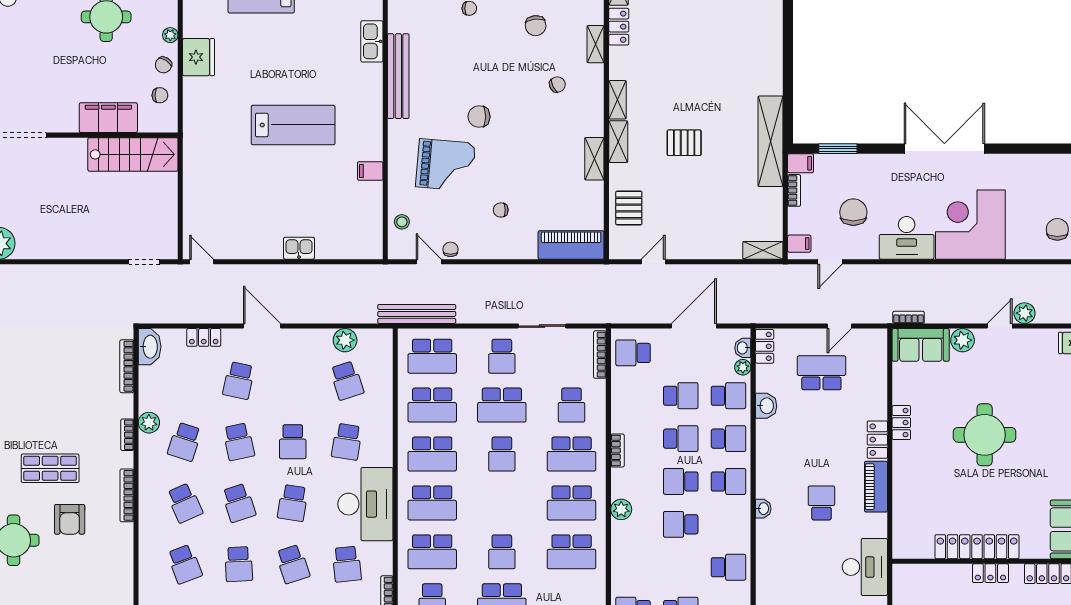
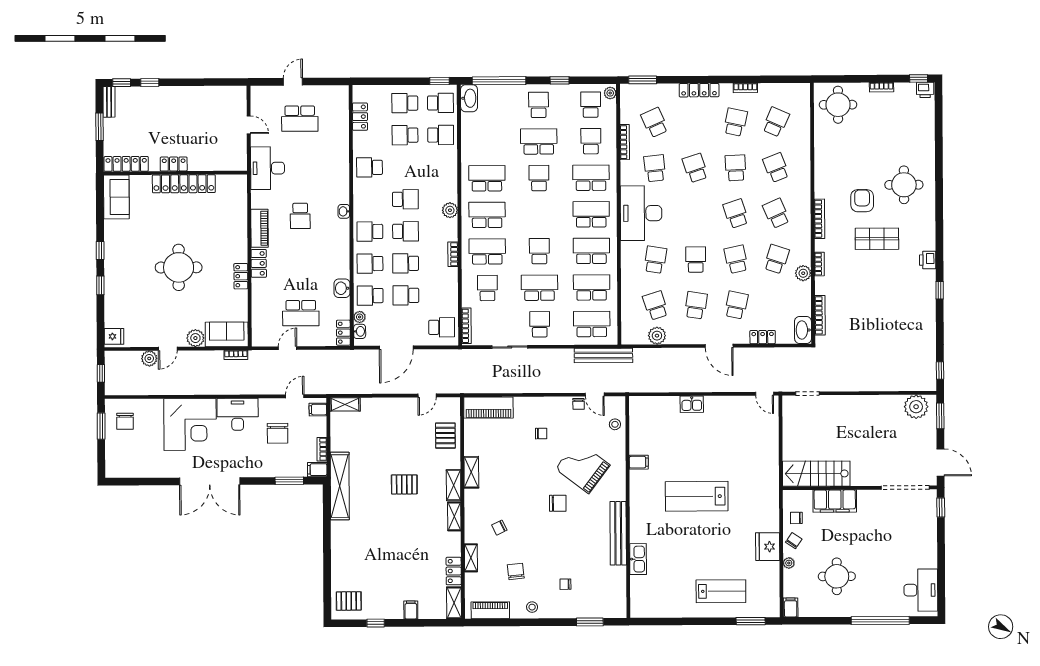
grand piano: (445, 165) -> (583, 467), turned 32
school desk: (293, 503) -> (696, 305), moved

